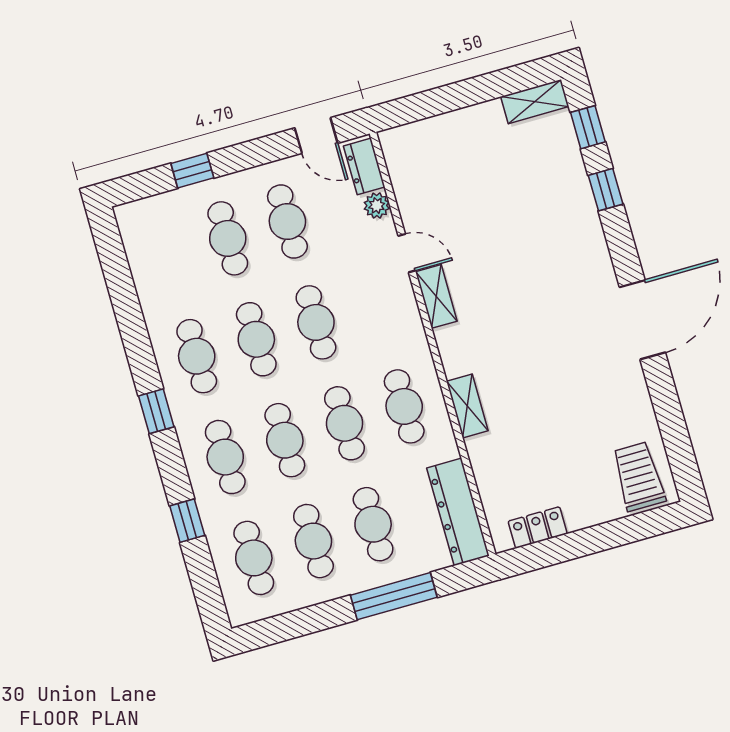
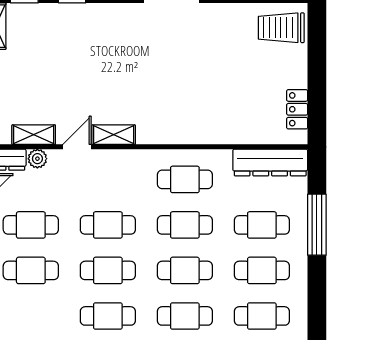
shelving: (467, 406) -> (34, 135), moved

